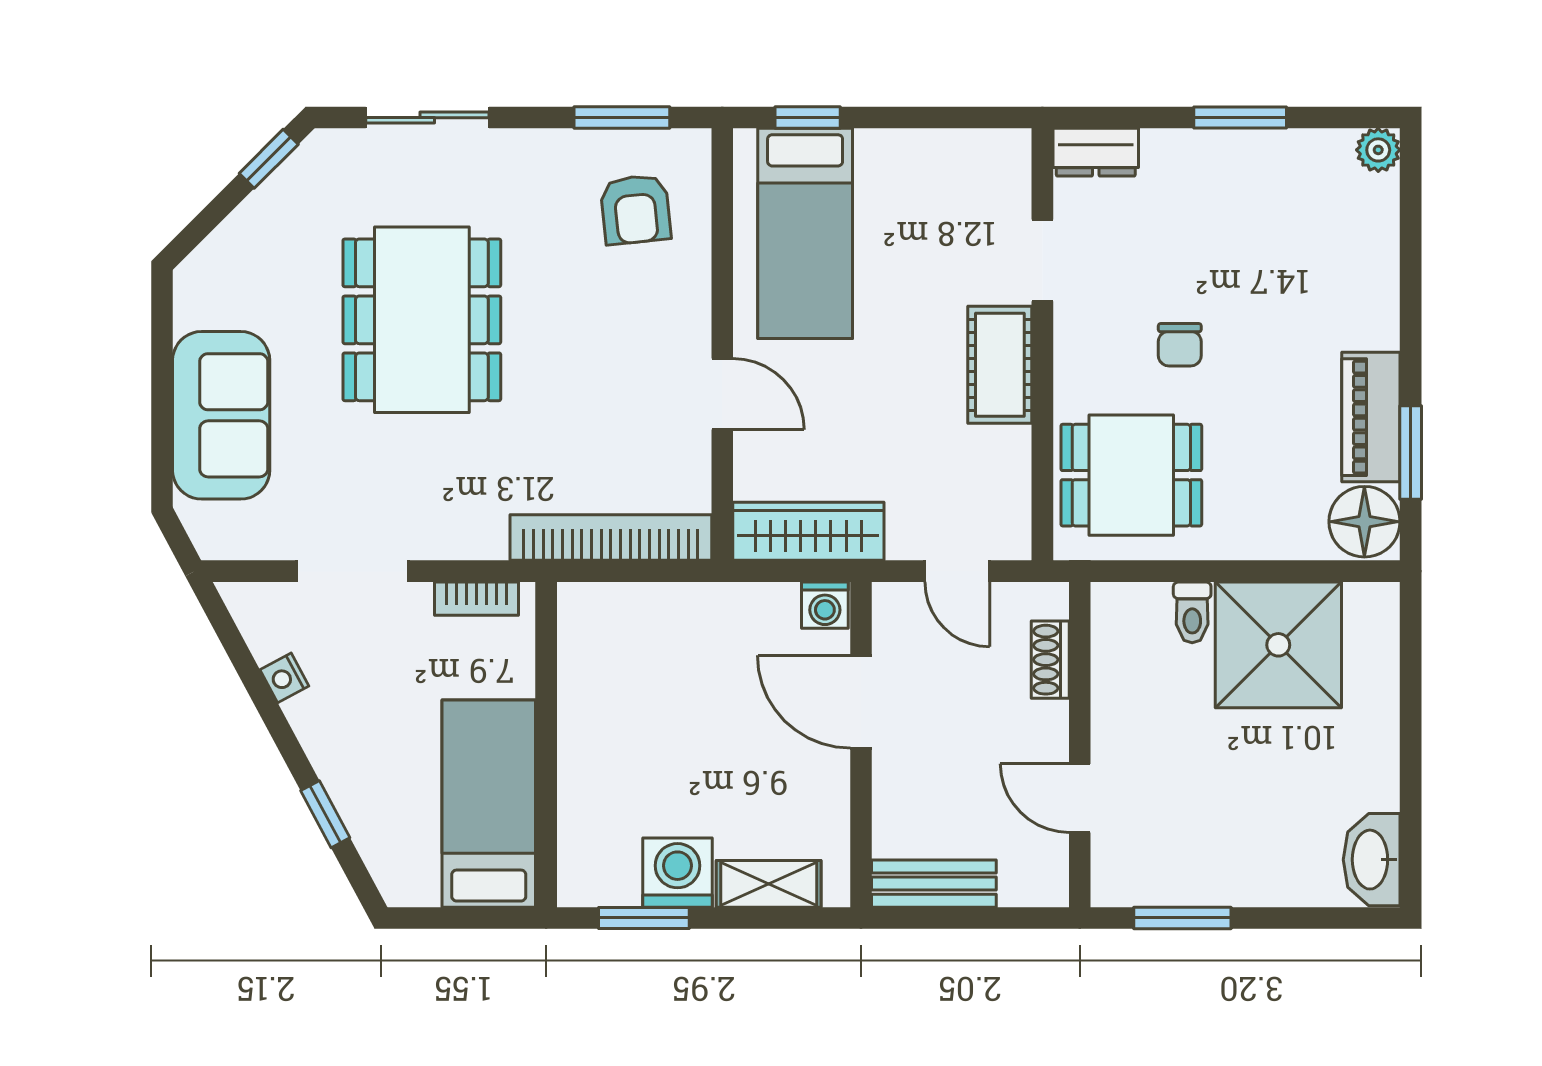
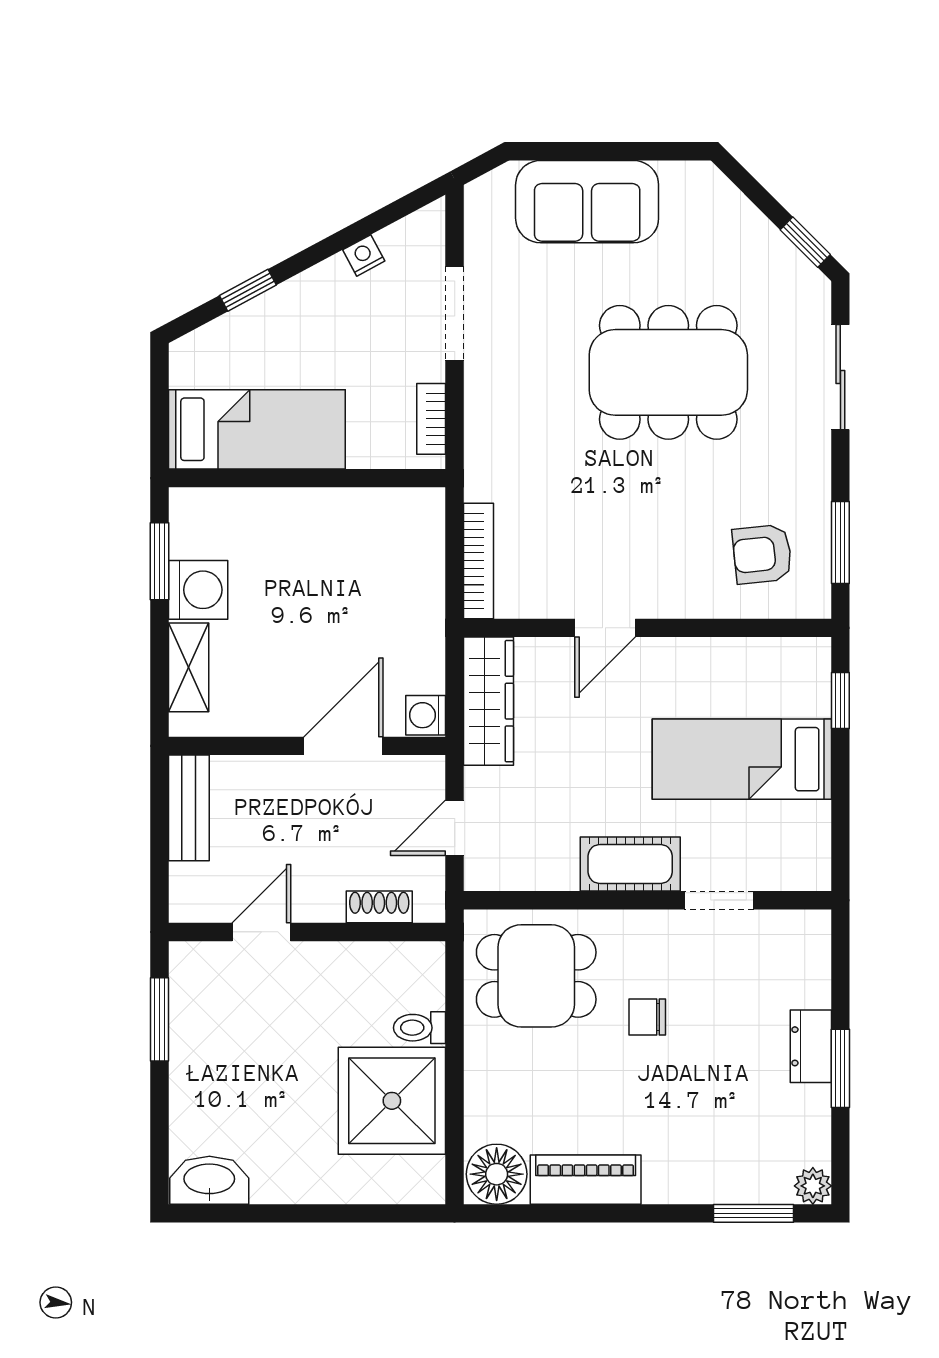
dresser: (1096, 152) -> (811, 1046), moved
bed: (805, 233) -> (742, 759), moved
window: (1411, 452) -> (754, 1213), moved
dining table: (1131, 475) -> (536, 976), turned 90
bookcase: (611, 538) -> (478, 561), width x0.68, depth x0.76

